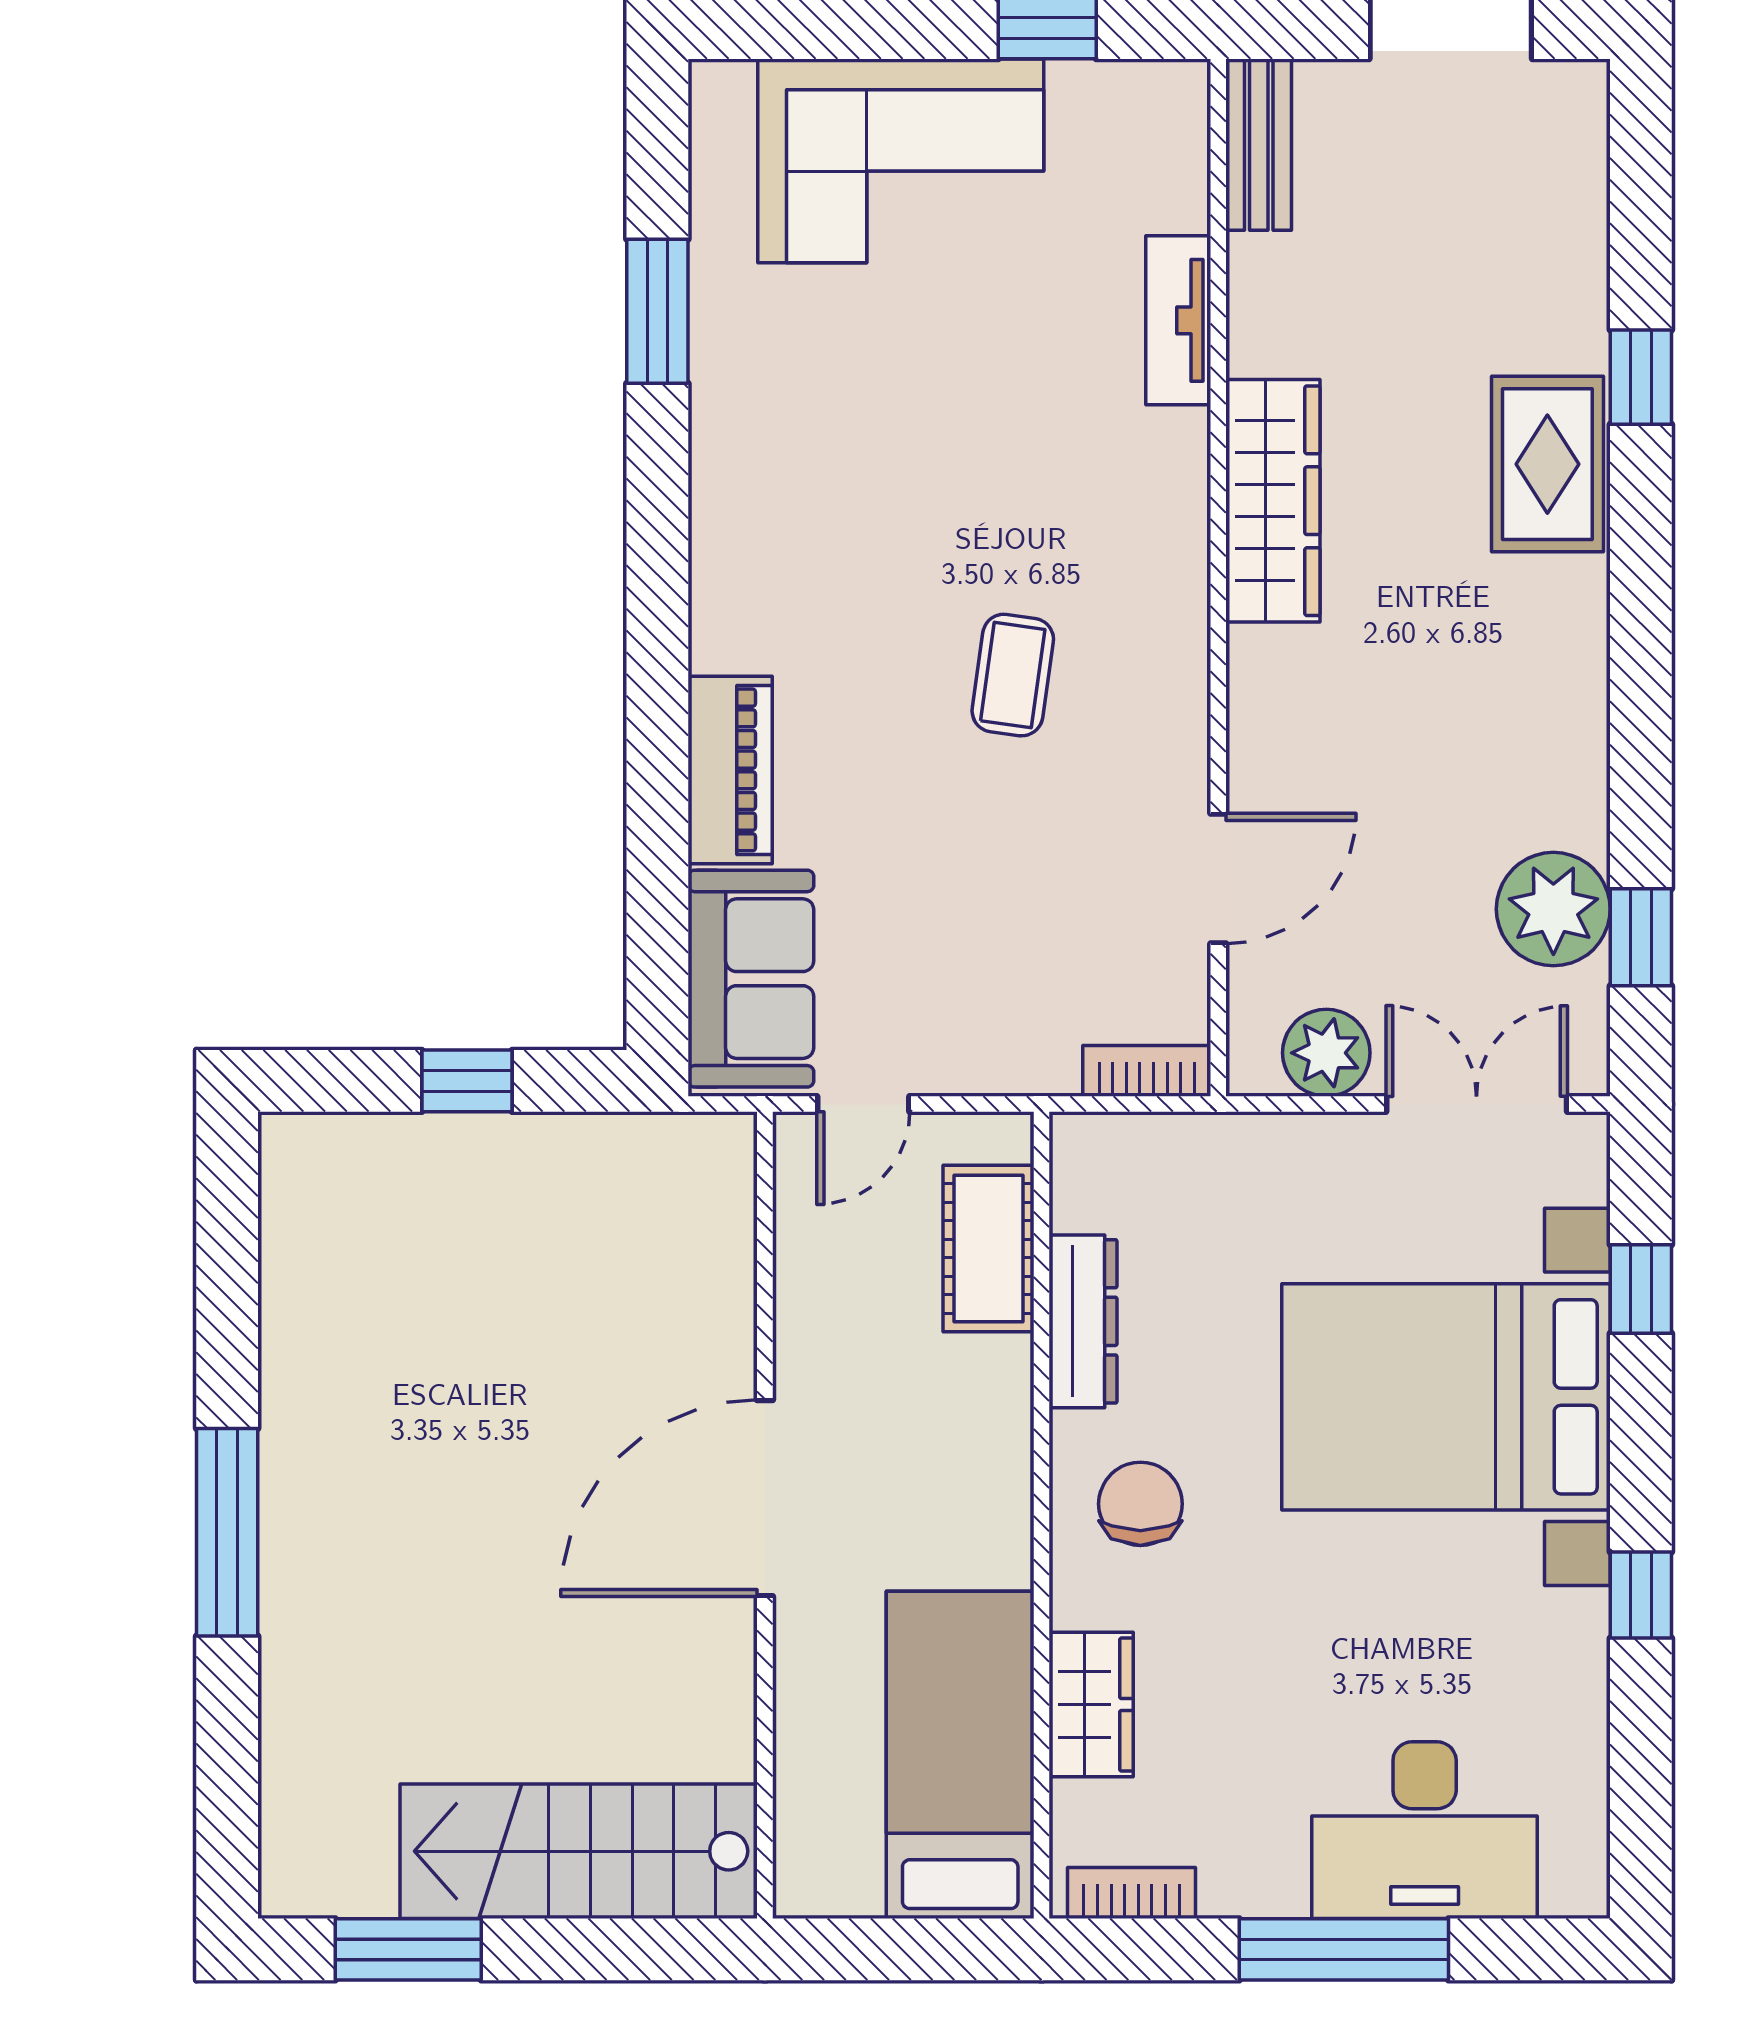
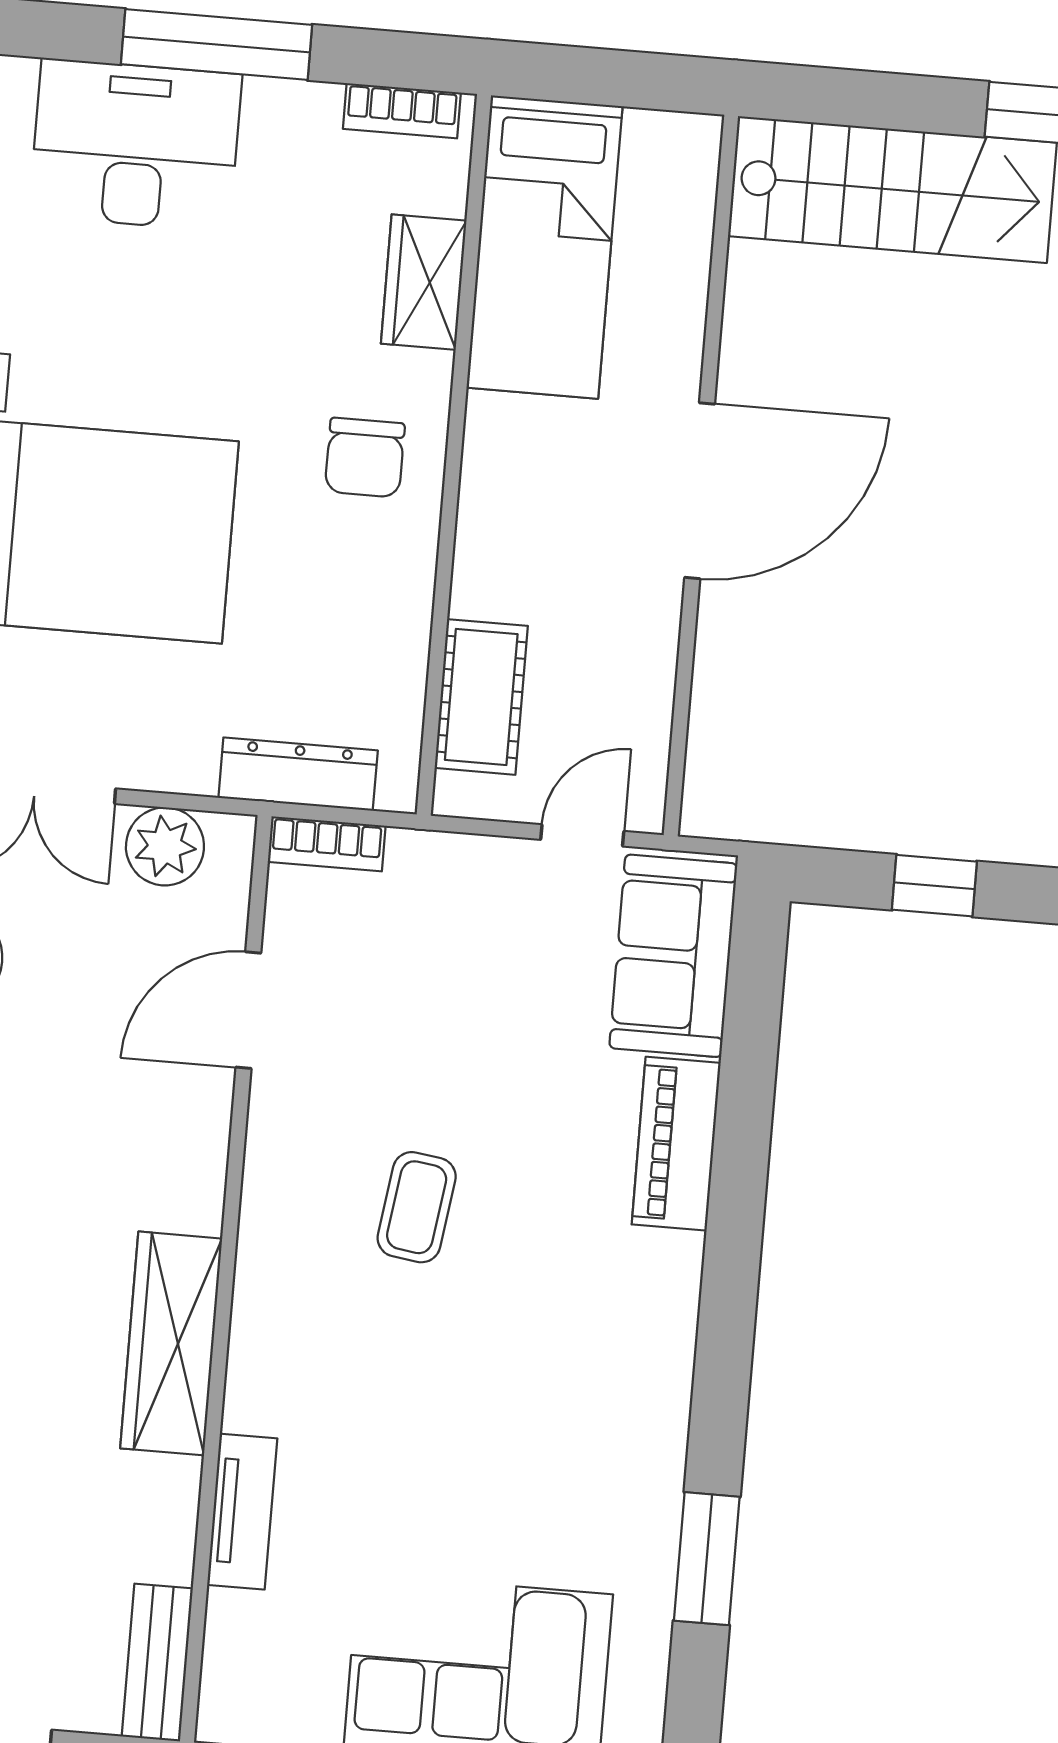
dresser: (1083, 1321) -> (298, 774), moved, turned 90

